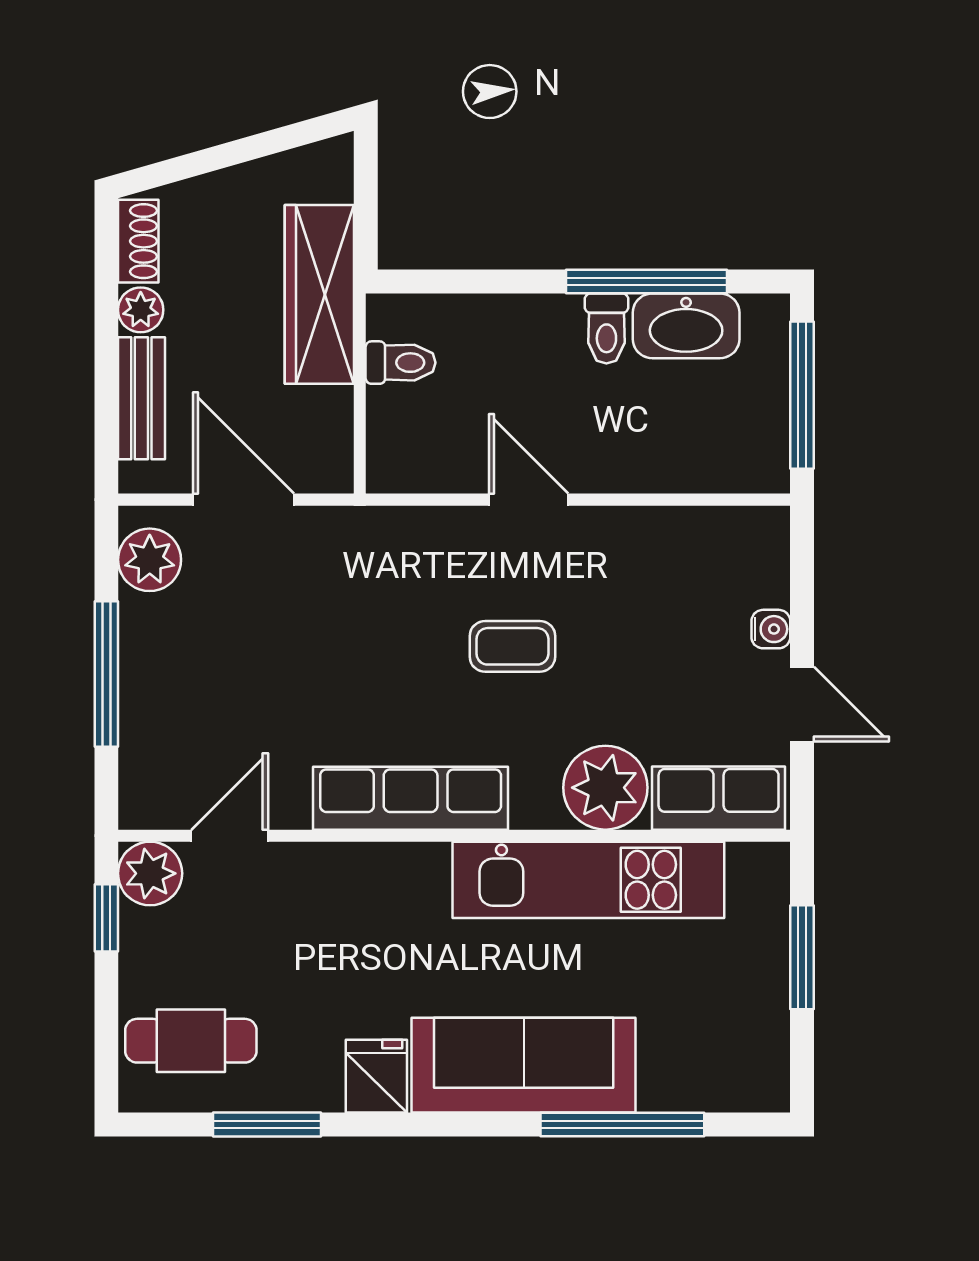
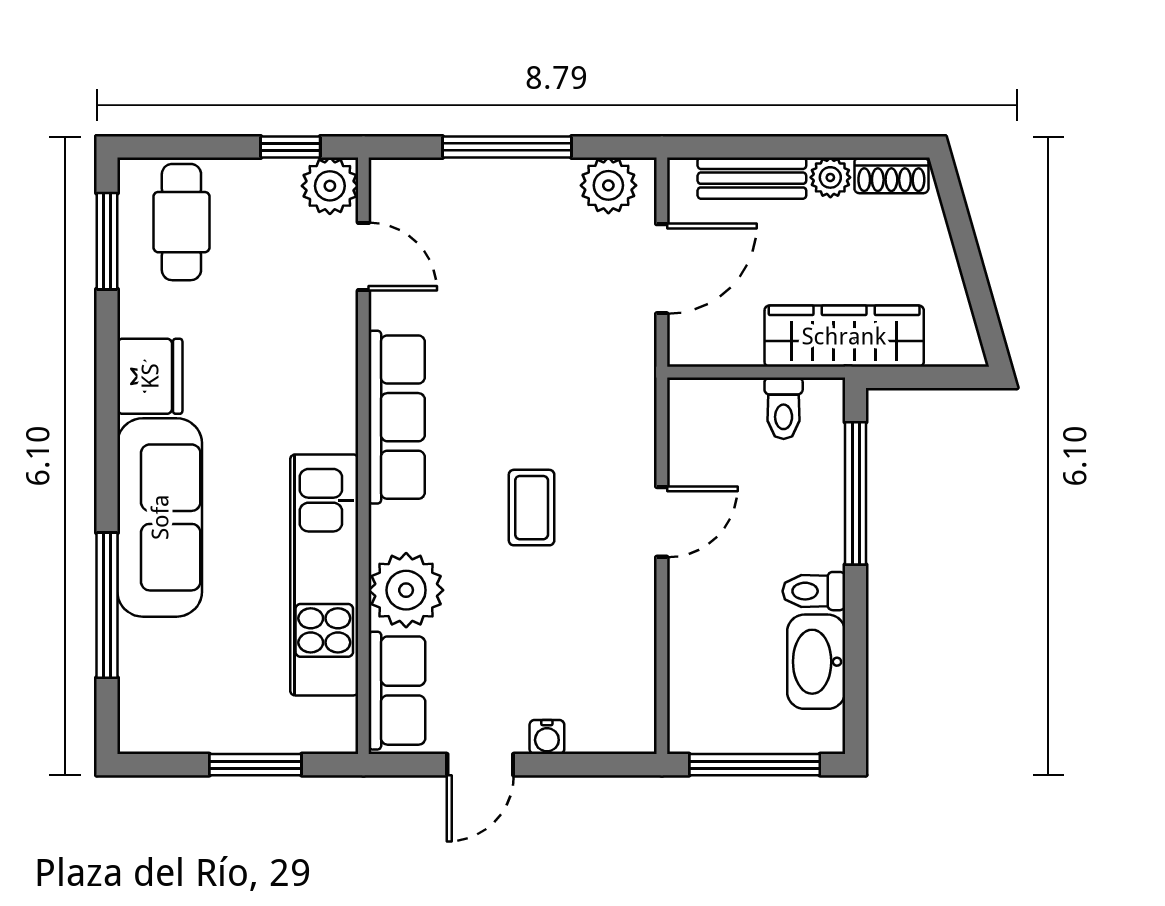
window: (647, 282) -> (856, 493), moved
fridge: (376, 1076) -> (150, 376), width x1.38
window: (267, 1125) -> (107, 241), moved

